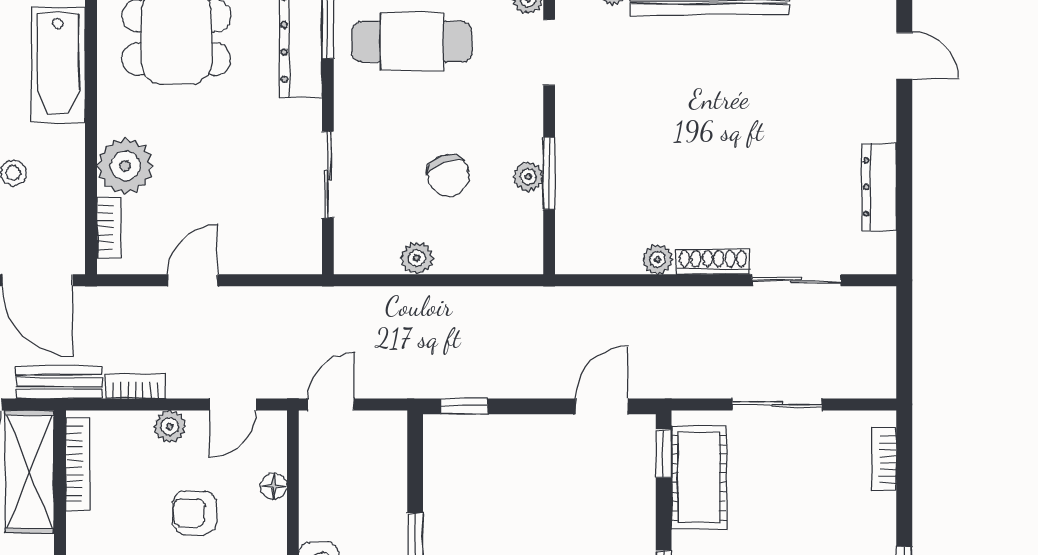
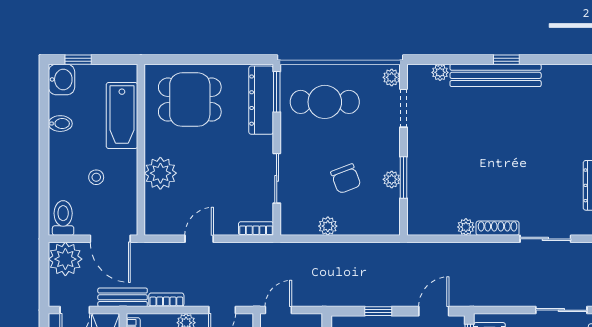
bookcase: (109, 228) -> (256, 229), moved, turned -90
sliding door: (777, 404) -> (561, 310), moved
window: (464, 406) -> (378, 311), moved

